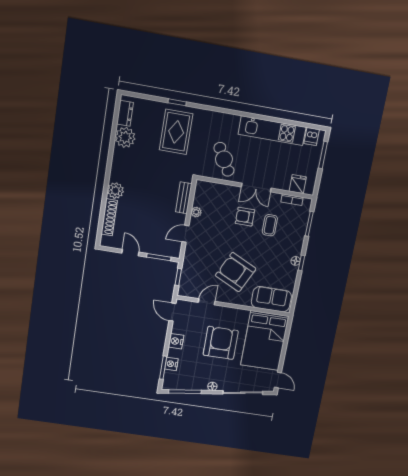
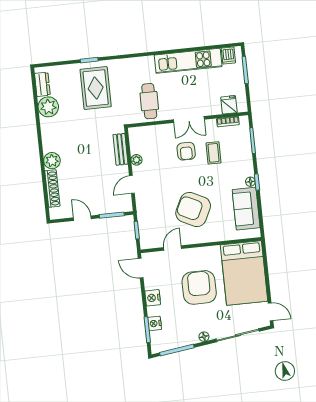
cafe table: (224, 159) -> (149, 101), turned 30
armchair: (245, 217) -> (186, 151), turned -90
sofa: (271, 299) -> (246, 209), moved, turned -90

